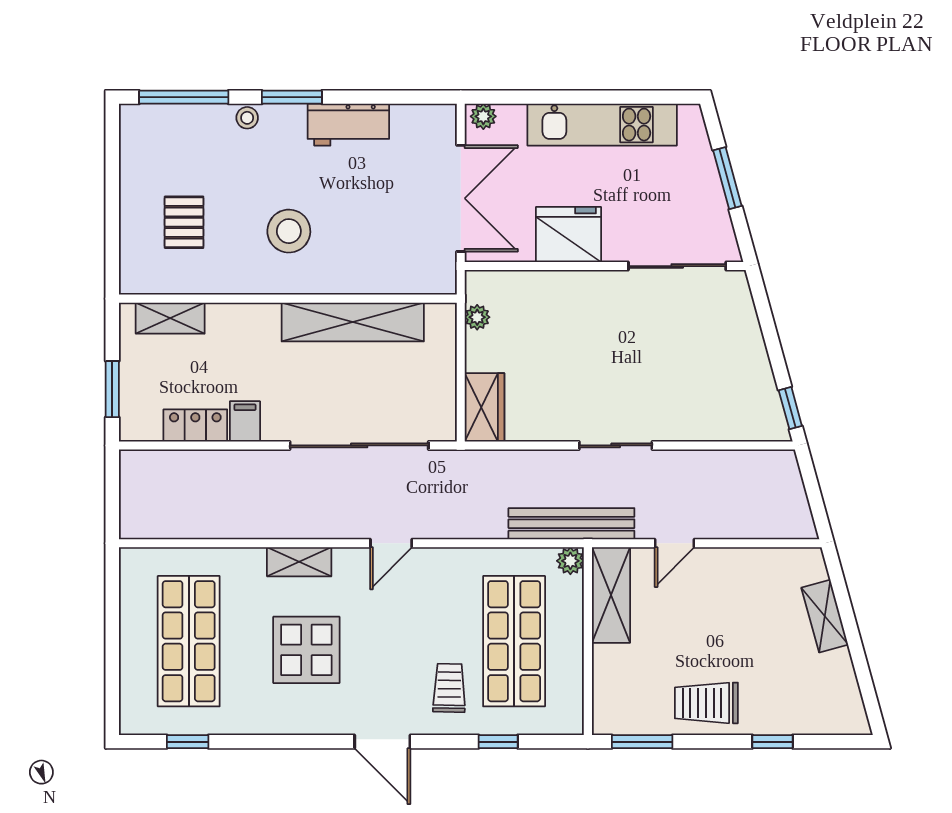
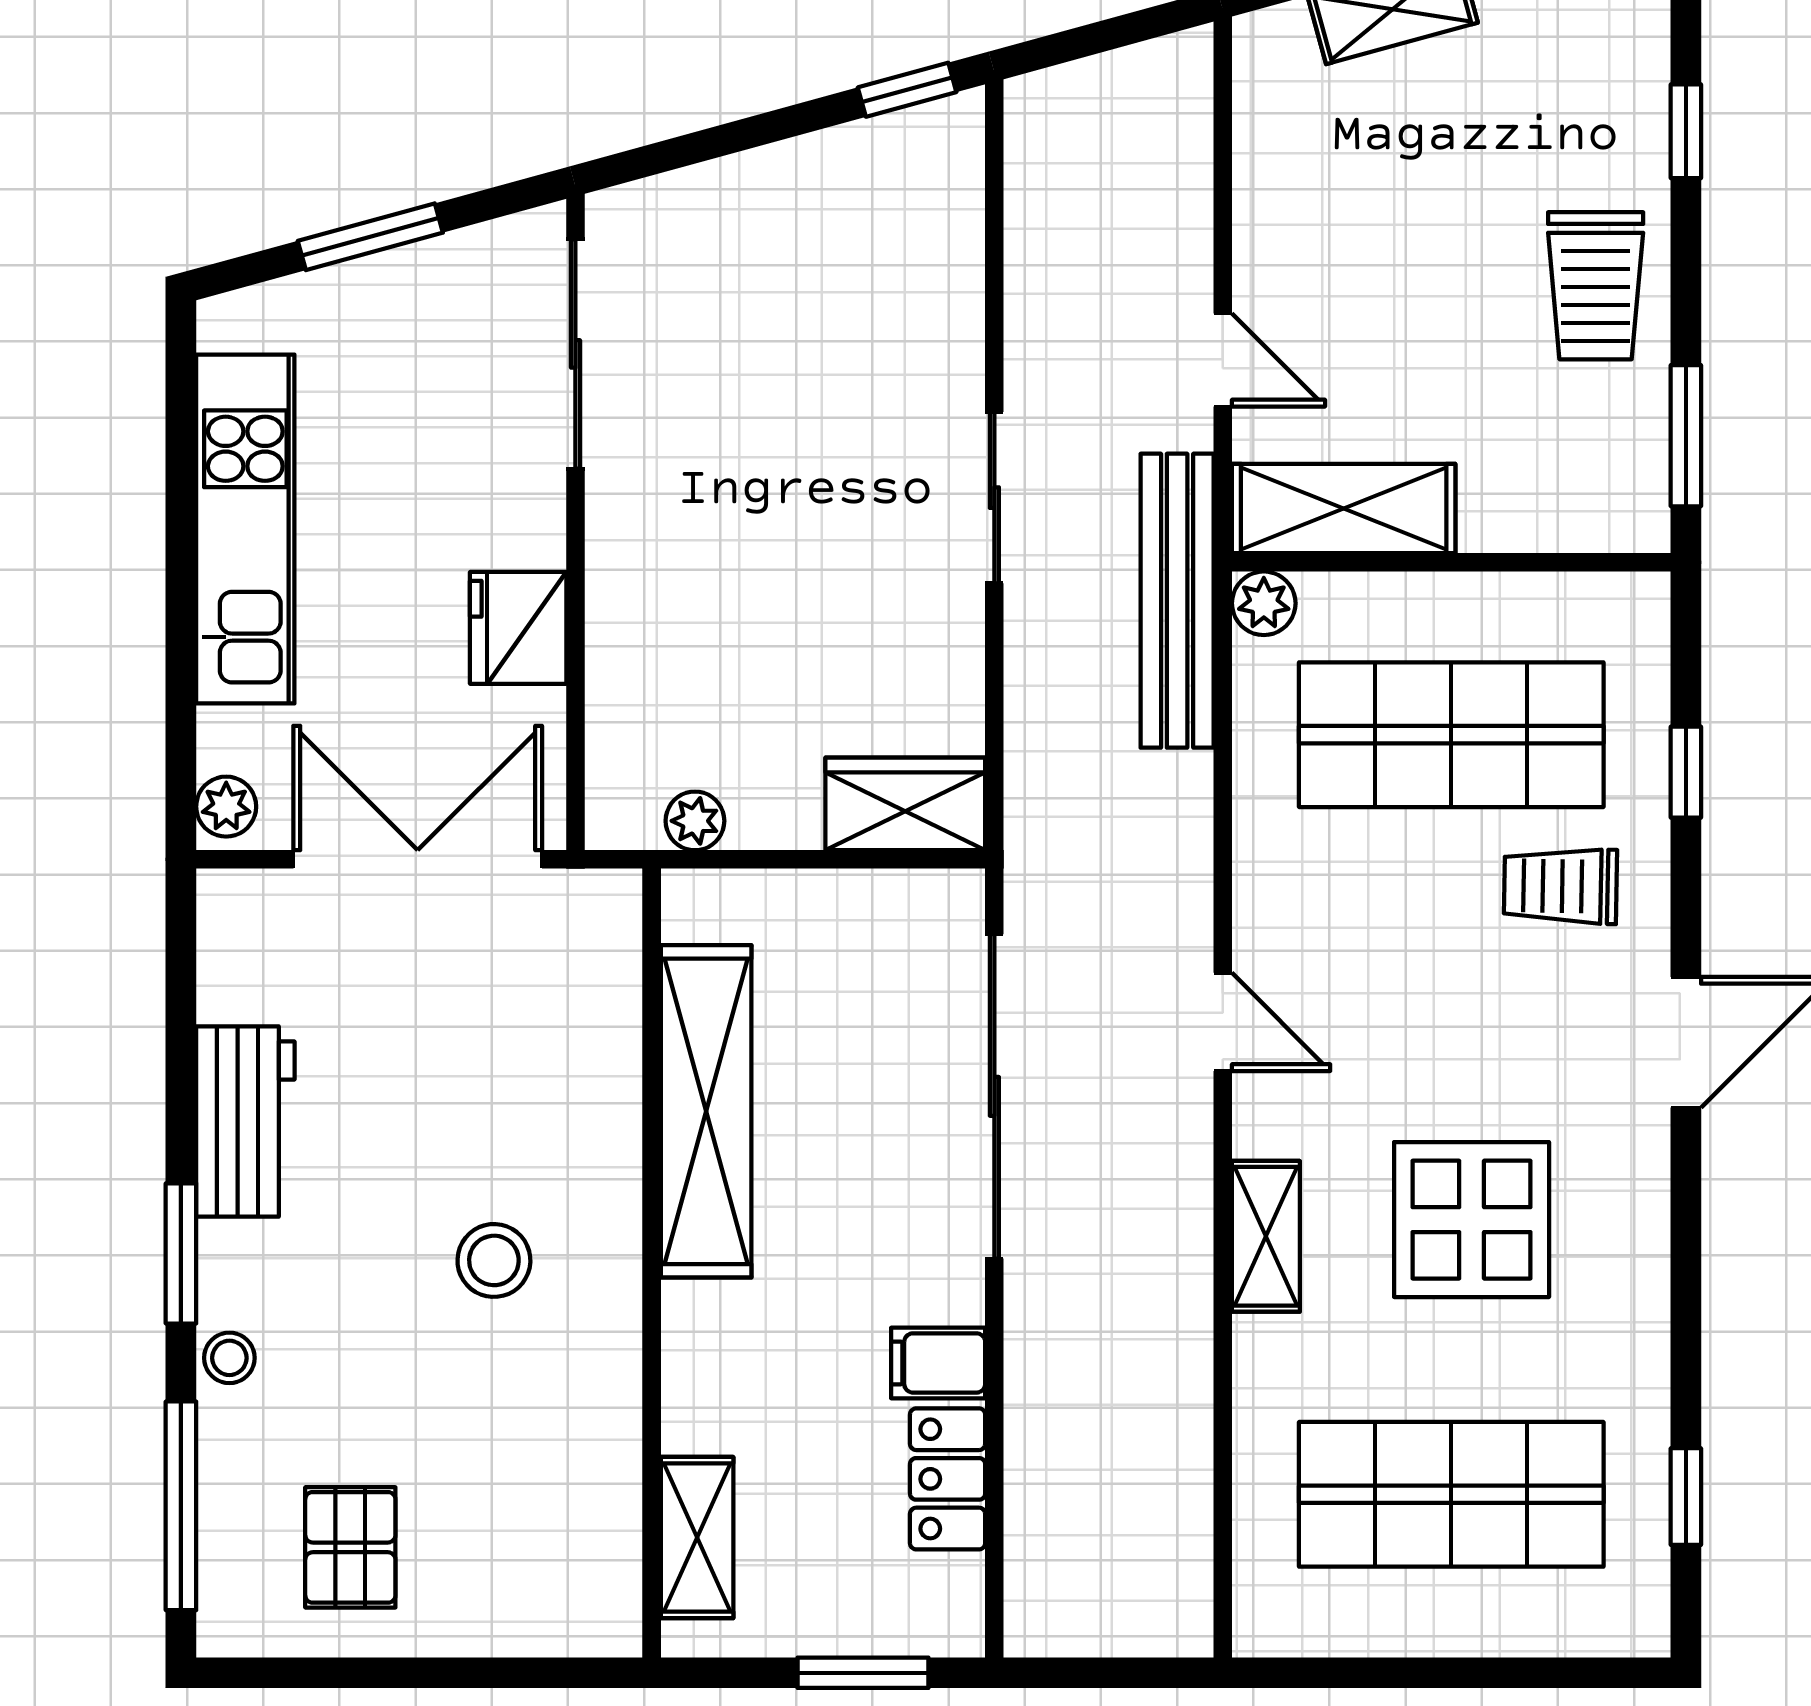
pallet: (184, 222) -> (350, 1547), moved, turned 90
stool: (289, 231) -> (494, 1260), width x0.73, depth x0.73
fridge: (568, 234) -> (518, 628), width x0.73, depth x0.75

